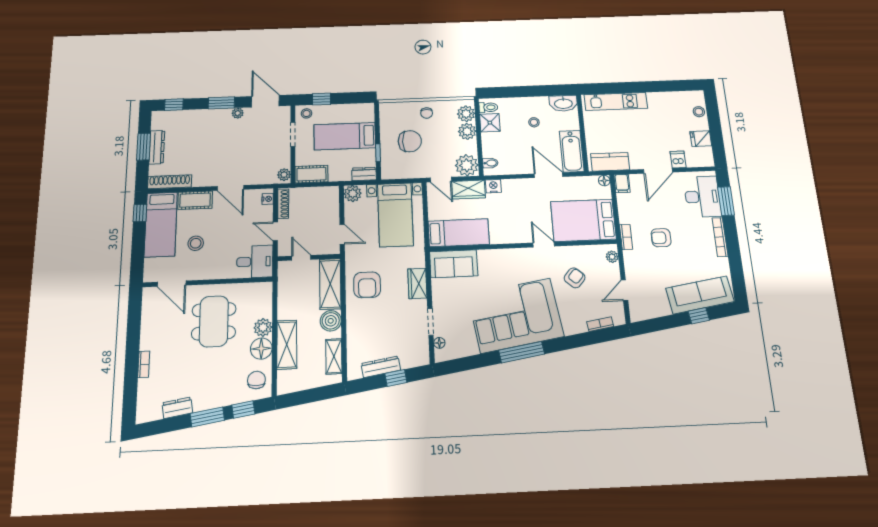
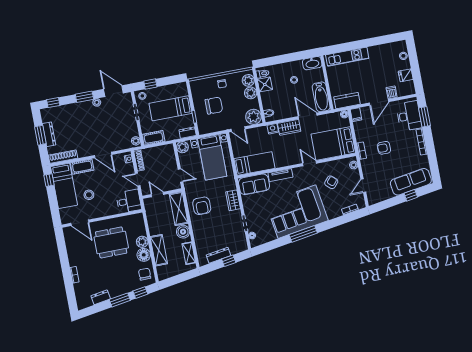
wardrobe: (468, 190) -> (289, 127), moved
tv unit: (496, 256) -> (280, 175), added
dining table: (214, 321) -> (111, 242), turned 90

